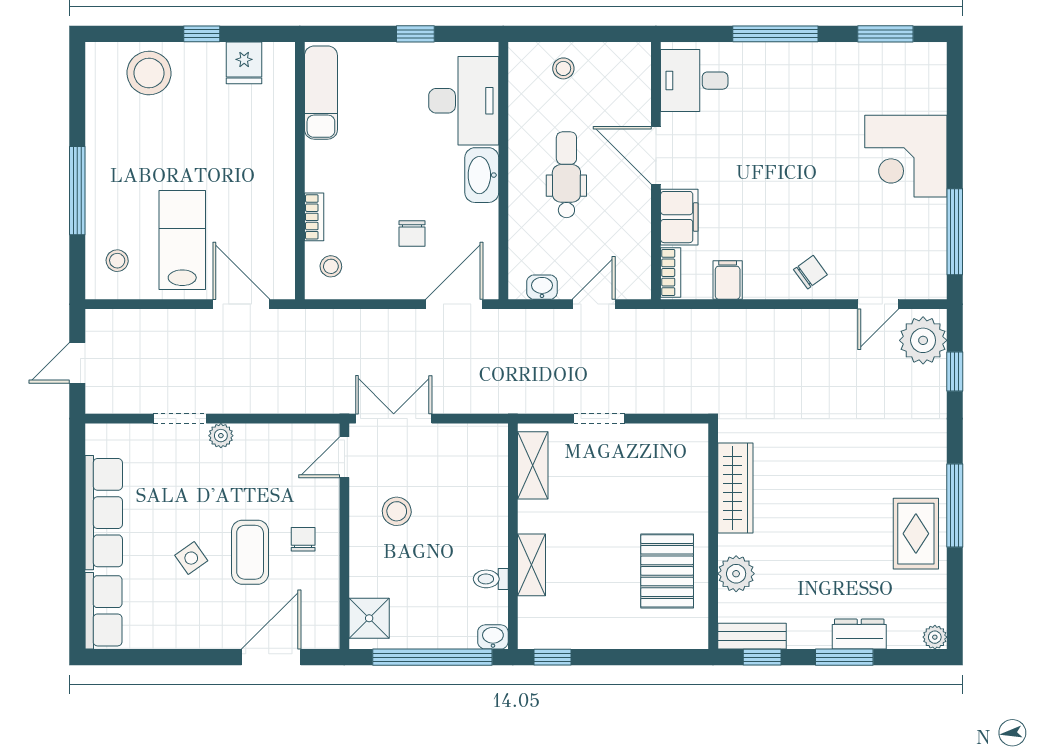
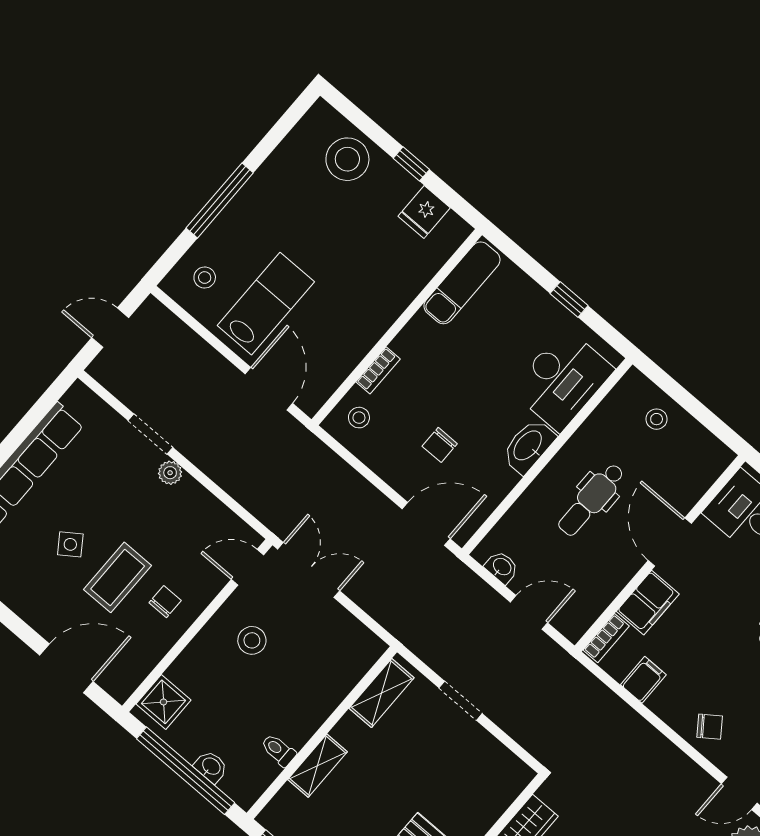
dental chair: (566, 175) -> (591, 500), turned 180
washbasin: (493, 637) -> (211, 767), moved

